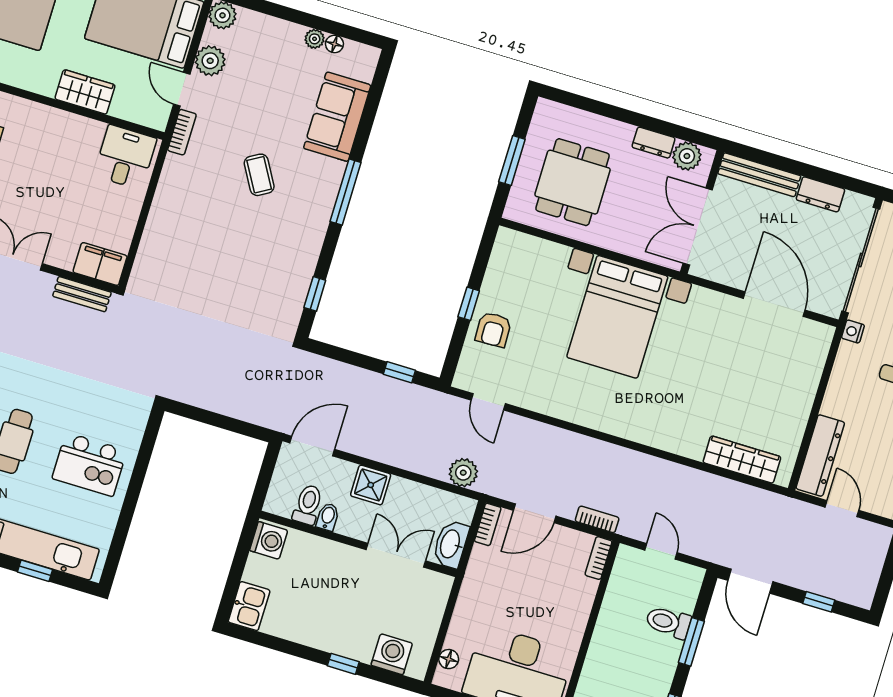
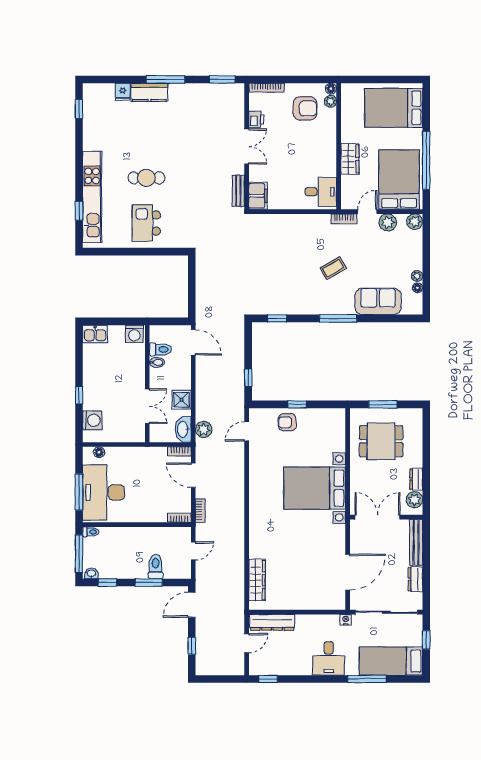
shower: (371, 485) -> (182, 400), moved
washbasin: (451, 544) -> (183, 429), moved, turned -90

